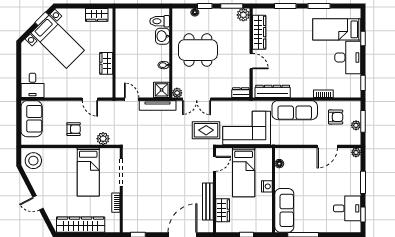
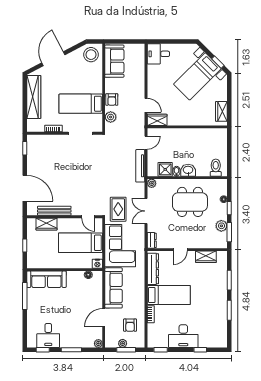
plant: (243, 15) -> (221, 226), moved
bed: (337, 29) -> (169, 295), moved, turned 90
wardrobe: (259, 32) -> (206, 257), width x0.67
washbasin: (163, 36) -> (188, 170), moved
dining table: (198, 50) -> (190, 202), turned 90
wardrobe: (106, 63) -> (157, 120), moved
shower: (162, 90) -> (165, 169), moved
door: (90, 99) -> (146, 105), swing flipped
double door: (197, 99) -> (146, 211), moved
sofa: (295, 110) -> (114, 288), moved, turned 180
sofa: (32, 119) -> (114, 61), moved, turned -90
armchair: (74, 129) -> (112, 99), moved
door: (327, 146) -> (104, 318), hinge flipped
nightstand: (267, 186) -> (97, 264), moved
door: (38, 203) -> (53, 59), width x1.88

